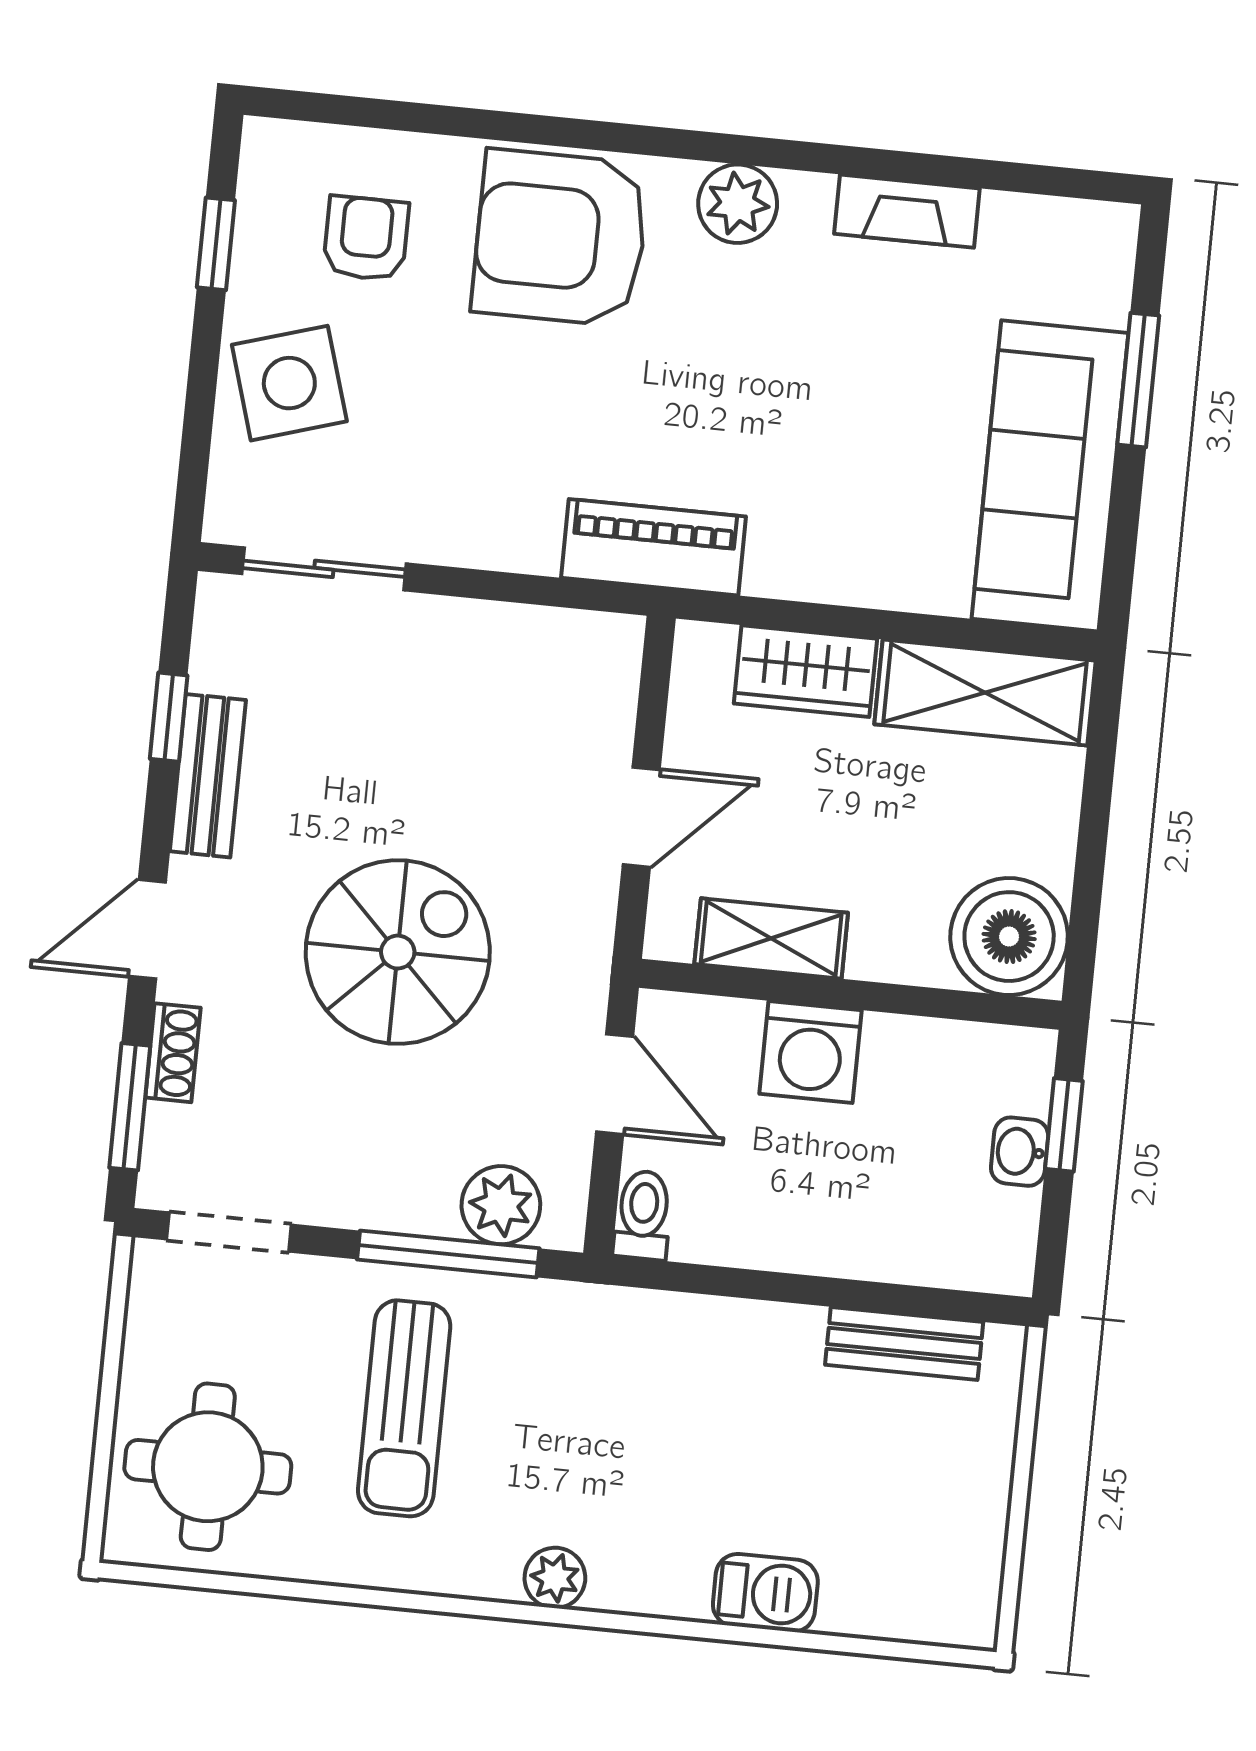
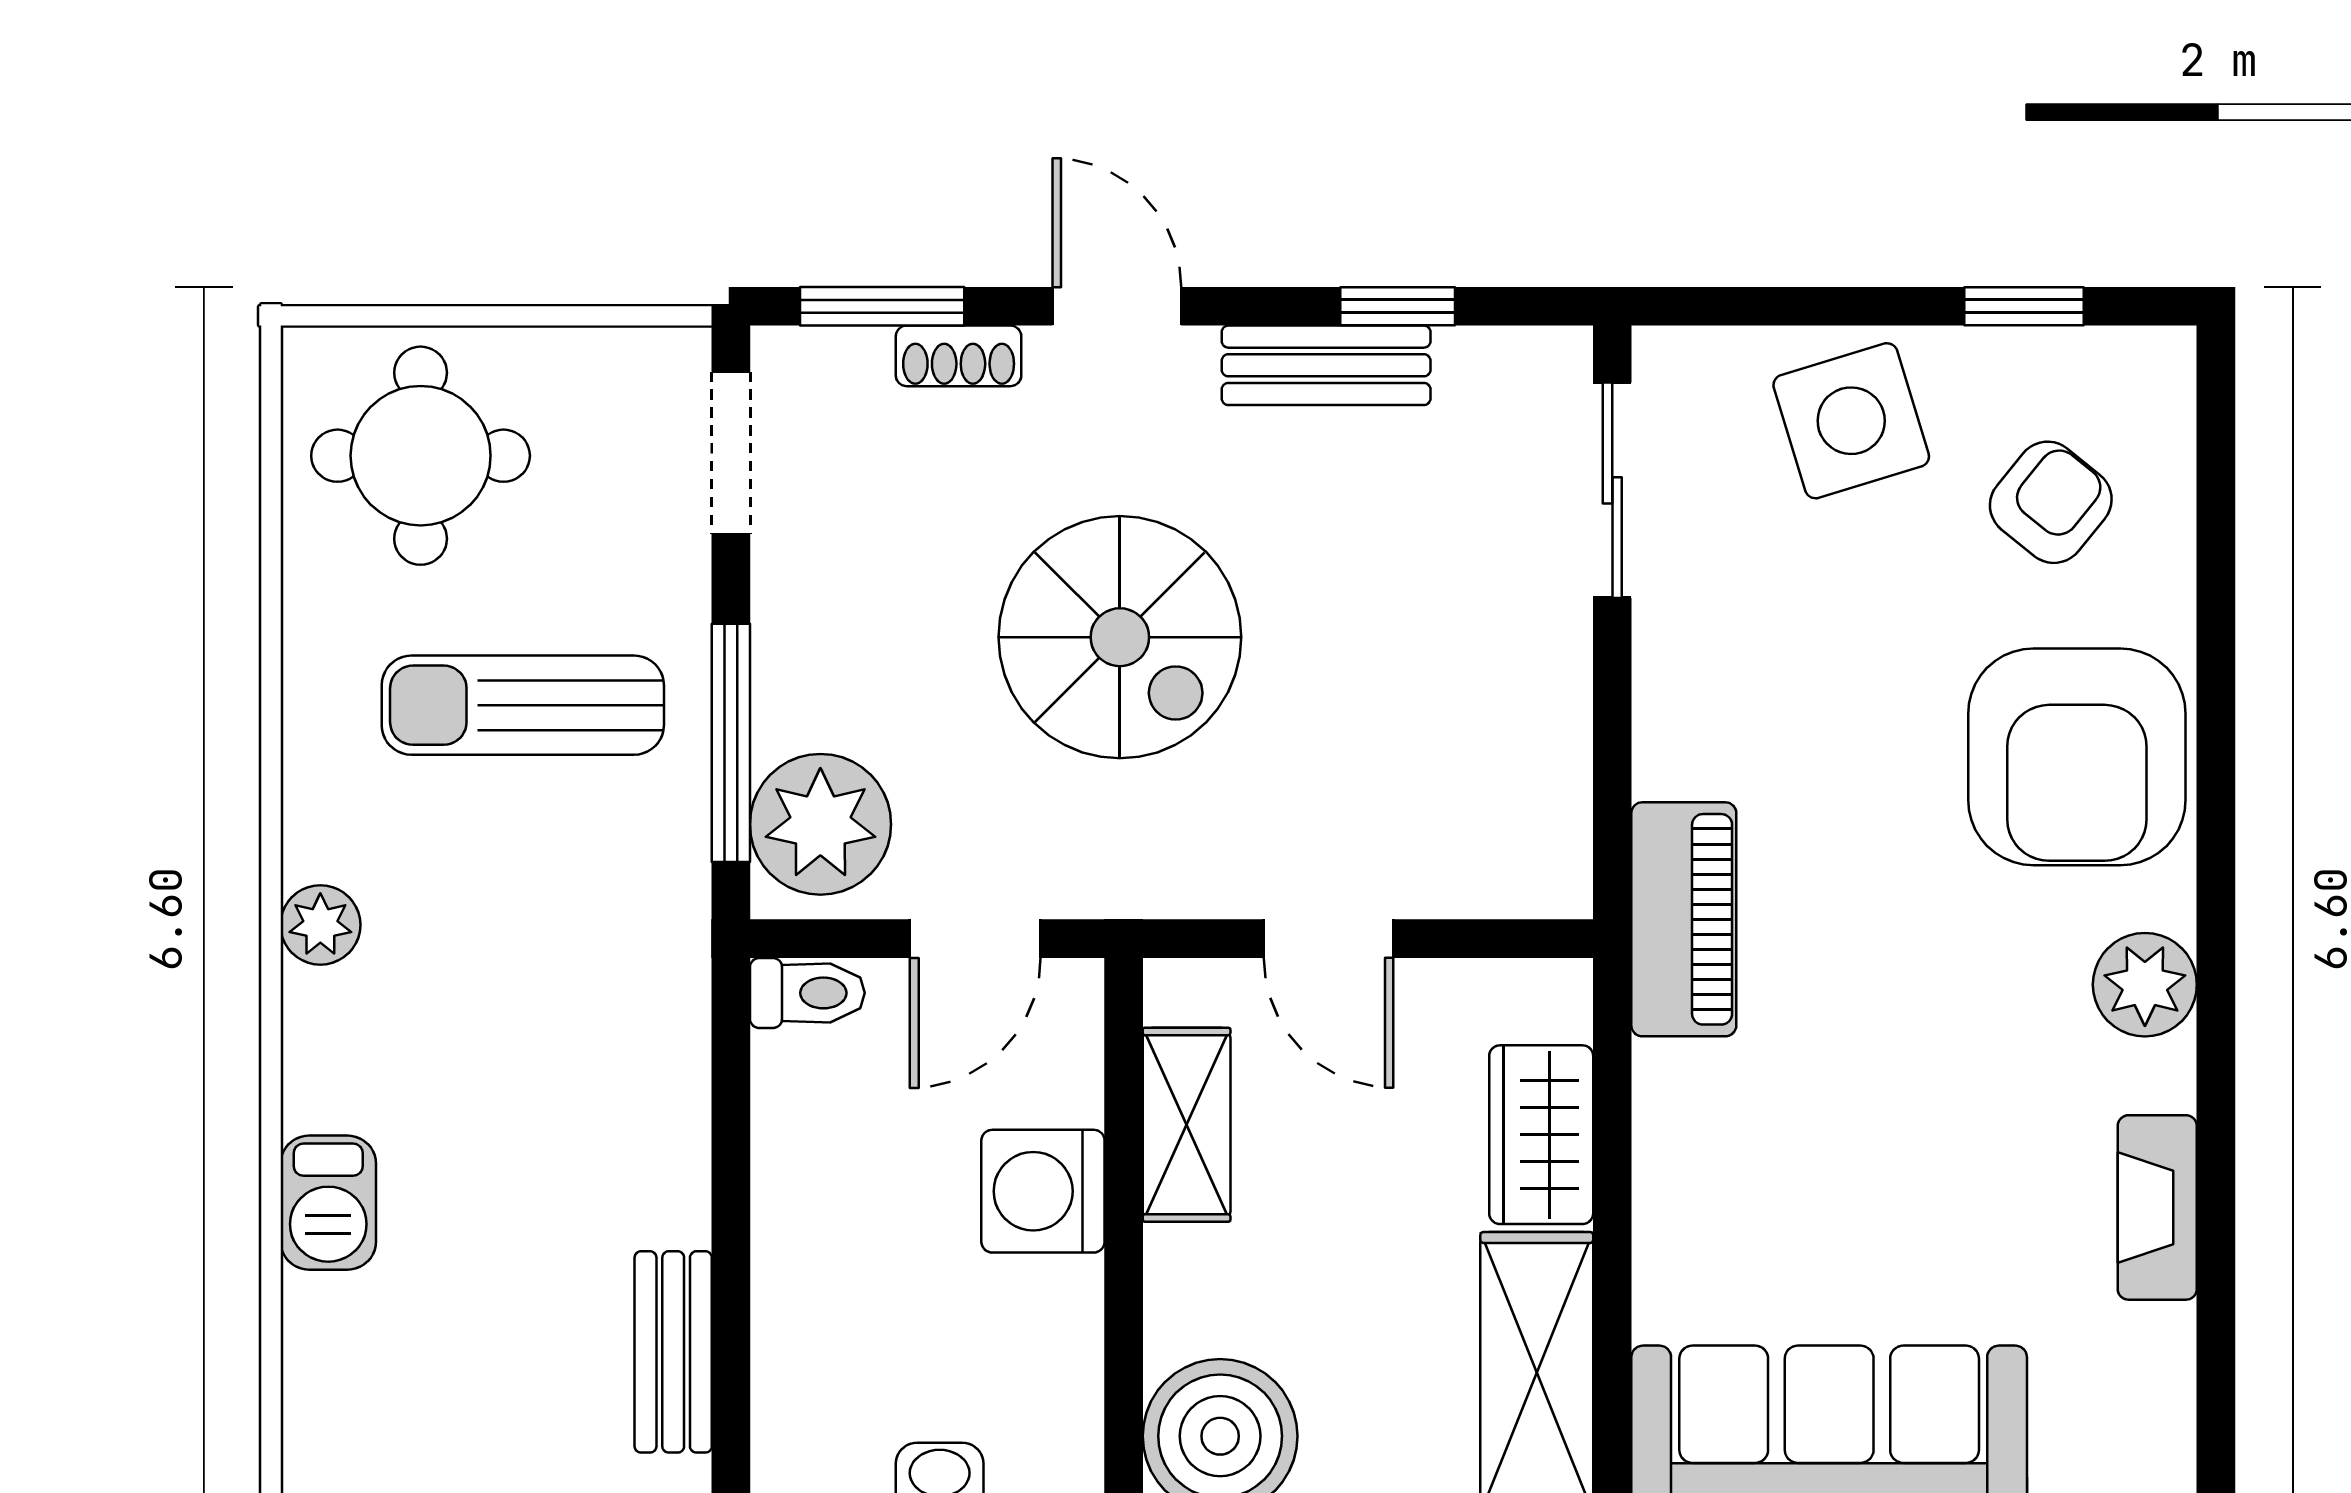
armchair: (366, 238) -> (2051, 502), turned -51
armchair: (560, 238) -> (2077, 757), turned 180
plant: (501, 1205) -> (820, 824), width x1.36, depth x1.36

